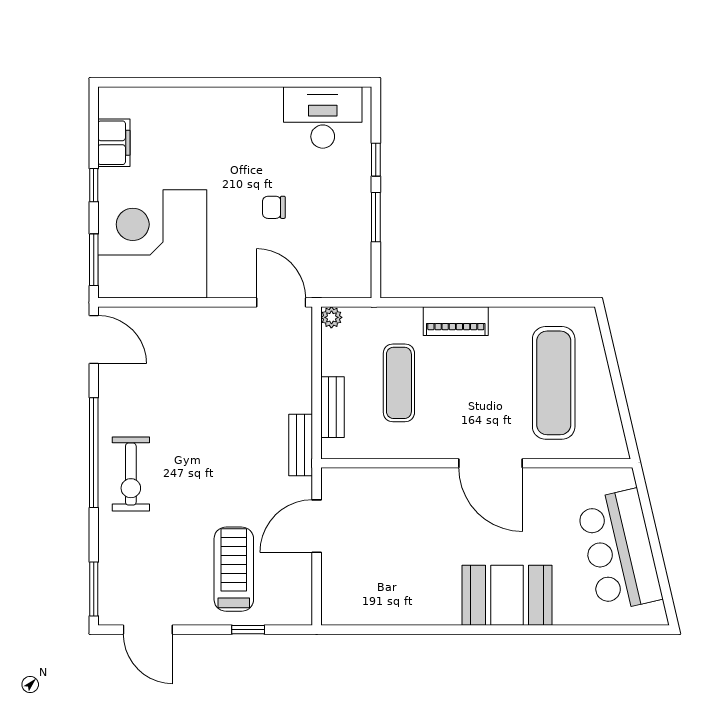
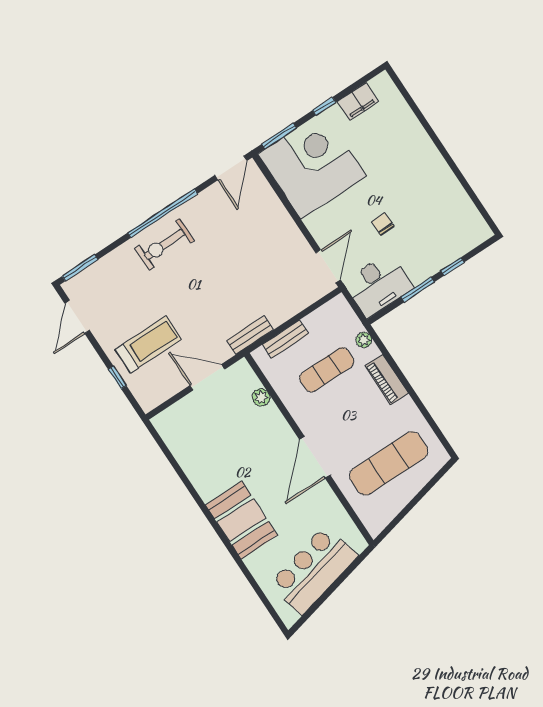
desk: (323, 117) -> (378, 285), moved, turned 90
plant: (331, 317) -> (364, 340), moved
plant: (381, 479) -> (261, 397), added

